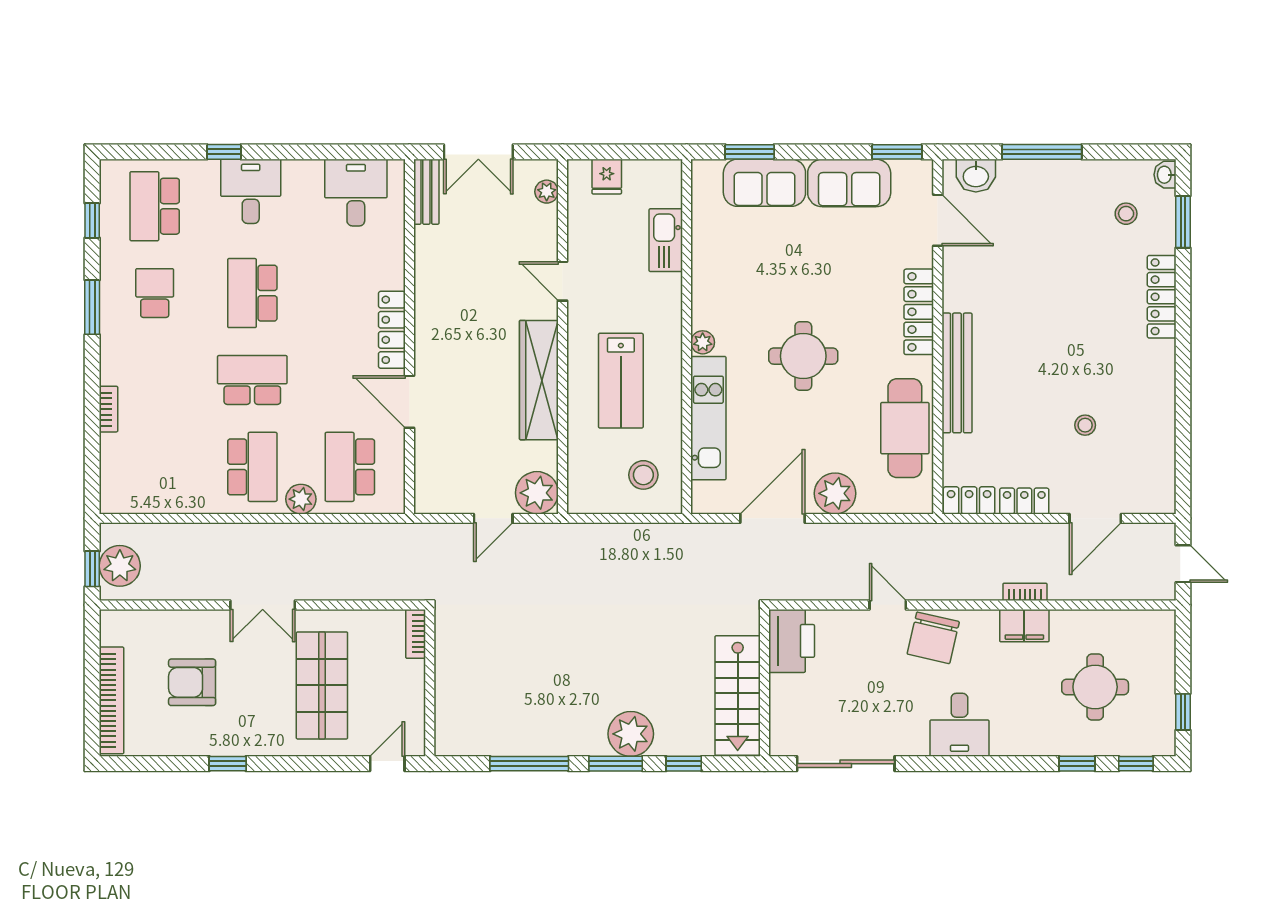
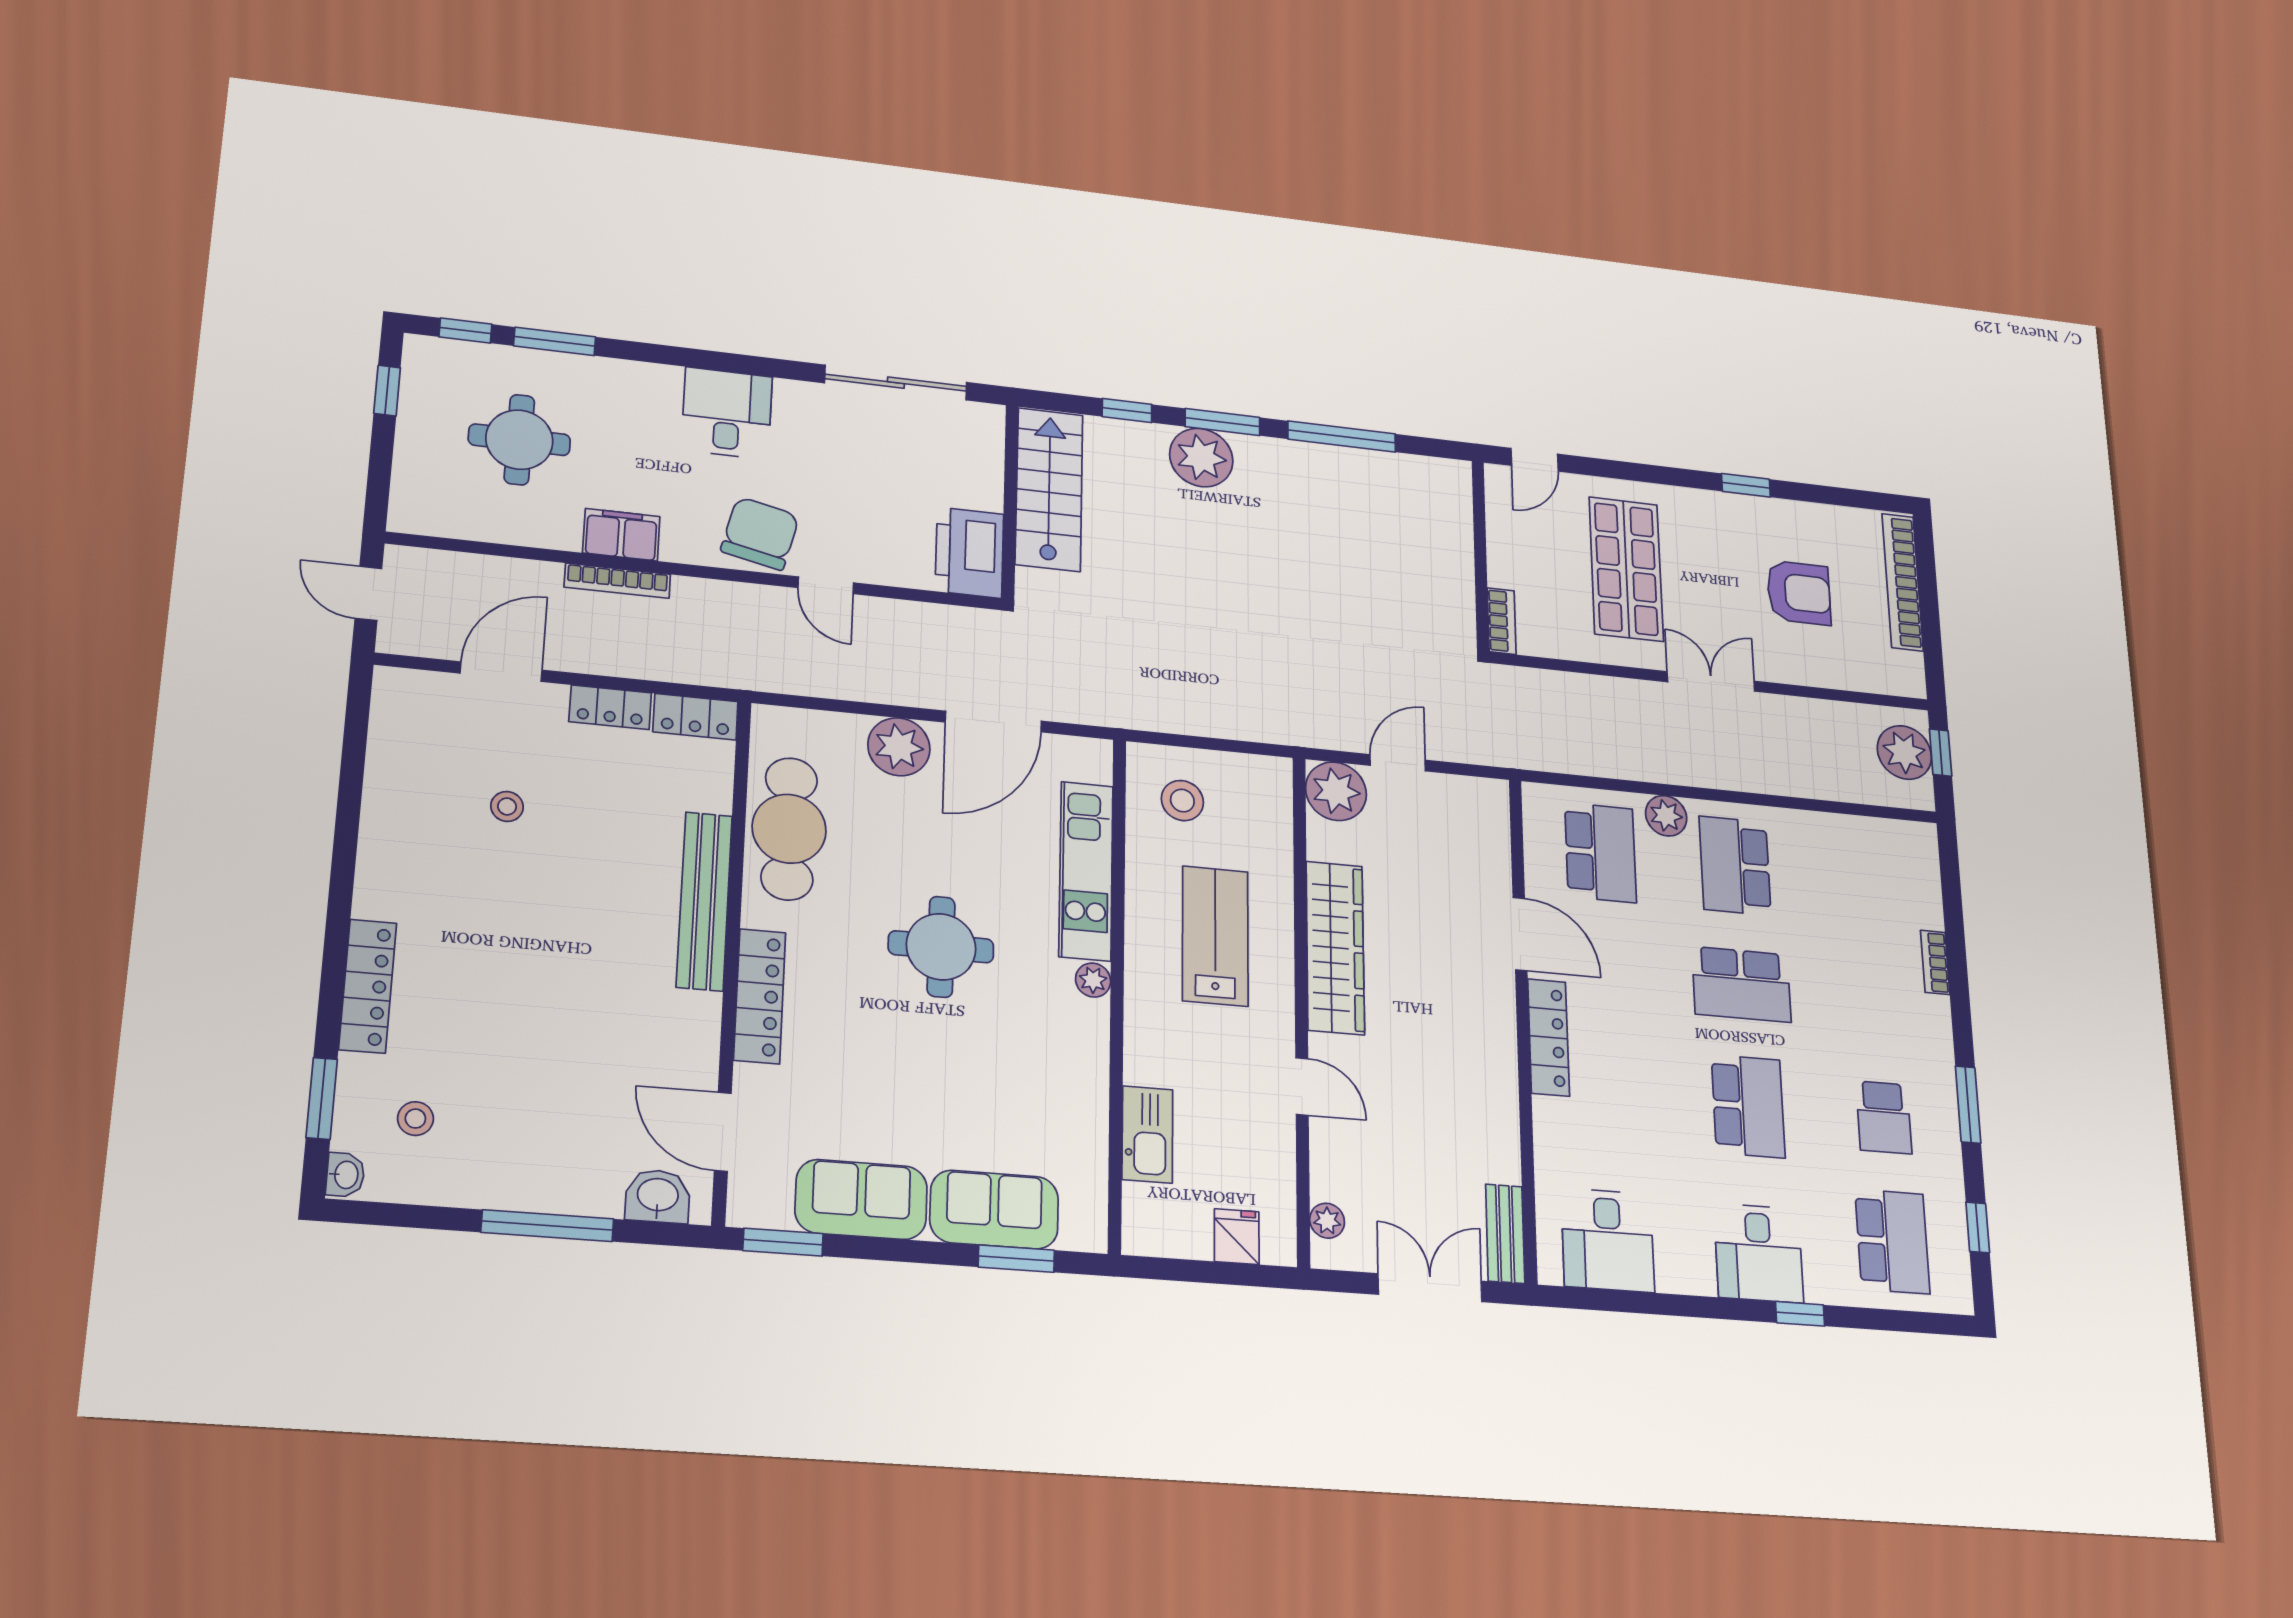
bookcase: (1025, 592) -> (617, 581), width x1.56
window: (1077, 764) -> (555, 341), width x1.50

